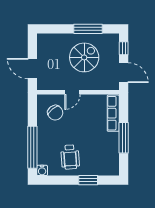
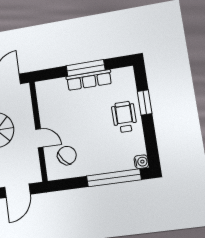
row of seats: (113, 113) -> (89, 80), moved
wheelchair: (70, 157) -> (124, 117), moved, turned -86

